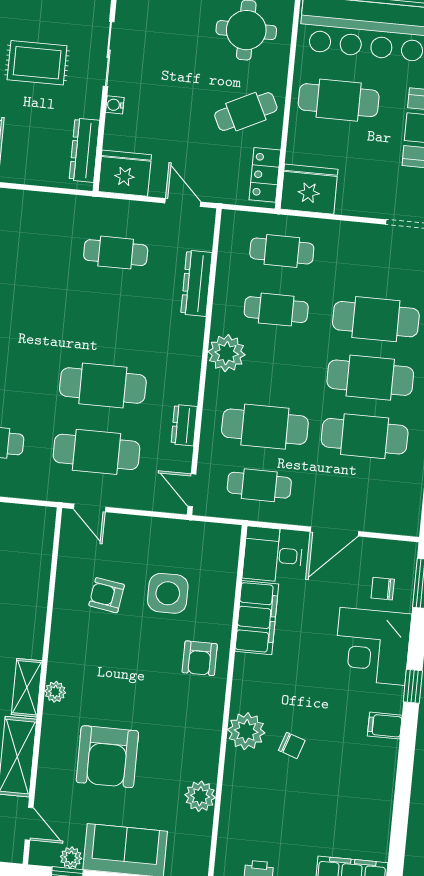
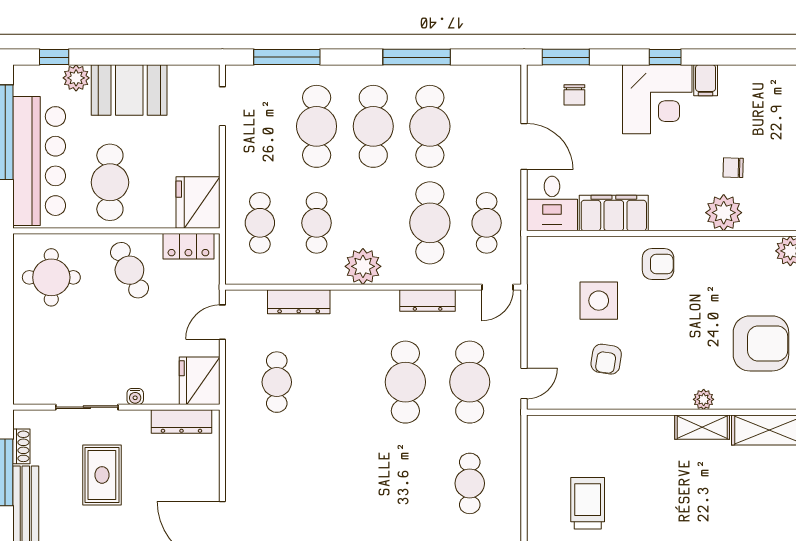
dresser: (184, 425) -> (428, 300), width x1.44
corner desk: (373, 646) -> (657, 99), moved
chair: (292, 745) -> (733, 168), turned -108

